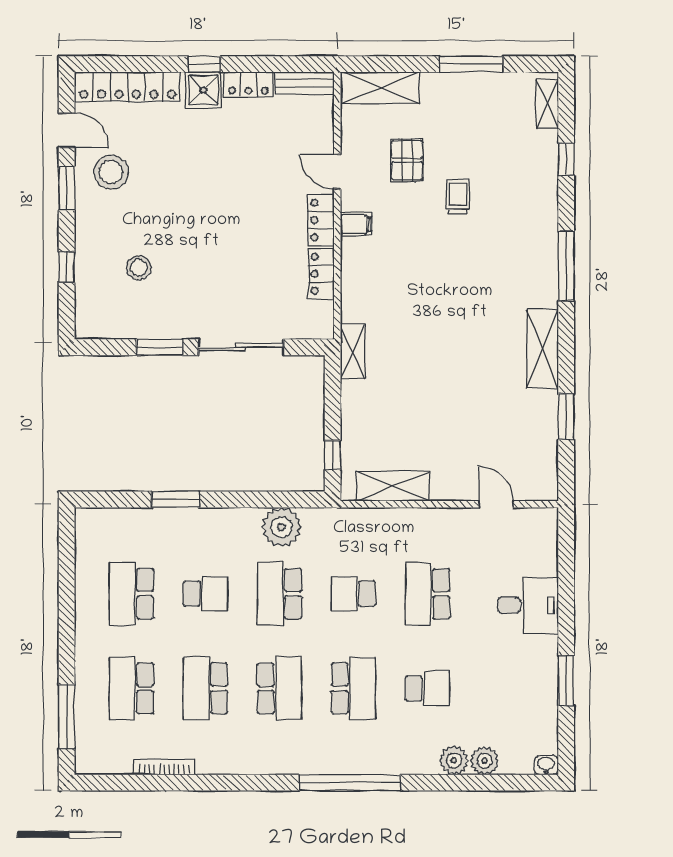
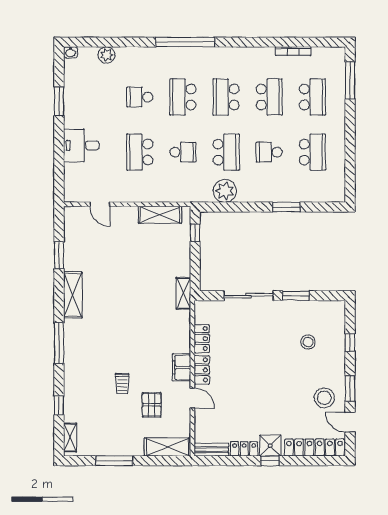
filing cabinet: (356, 224) -> (181, 367), width x2.00
school desk: (427, 594) -> (140, 152), turned 180
plant: (454, 760) -> (124, 55), removed

